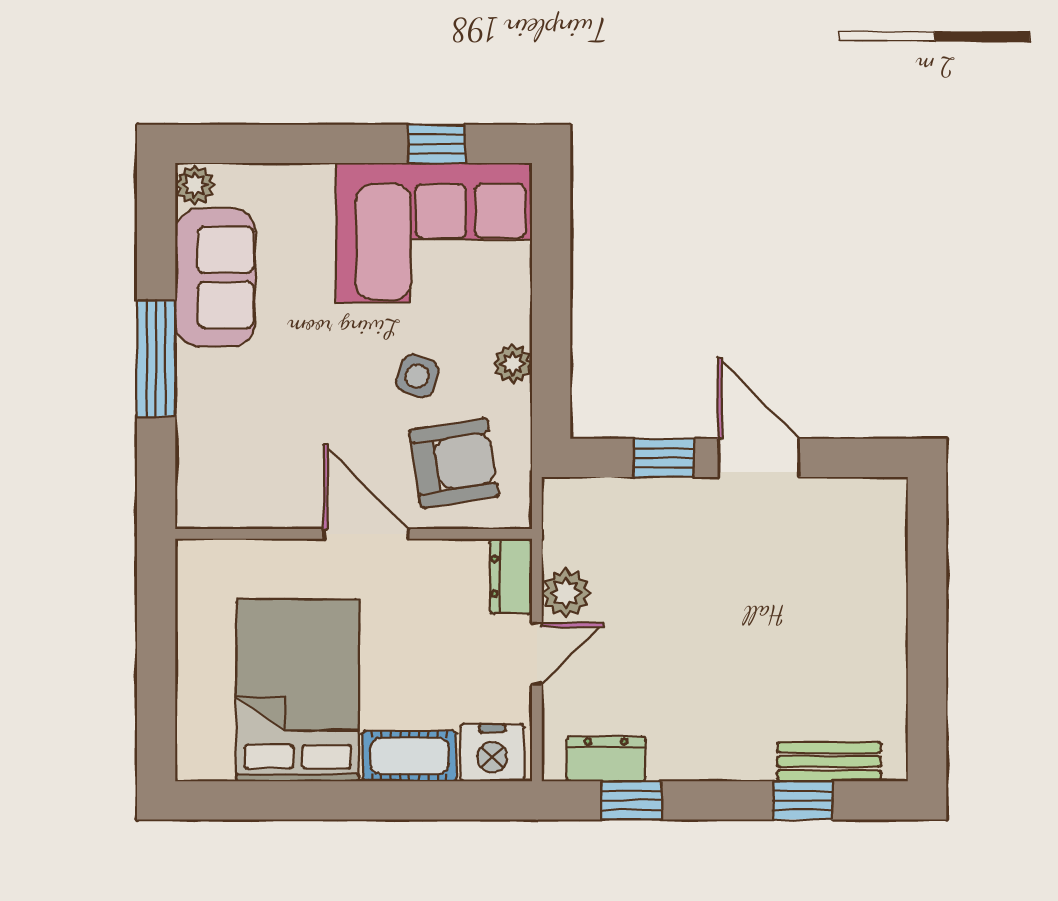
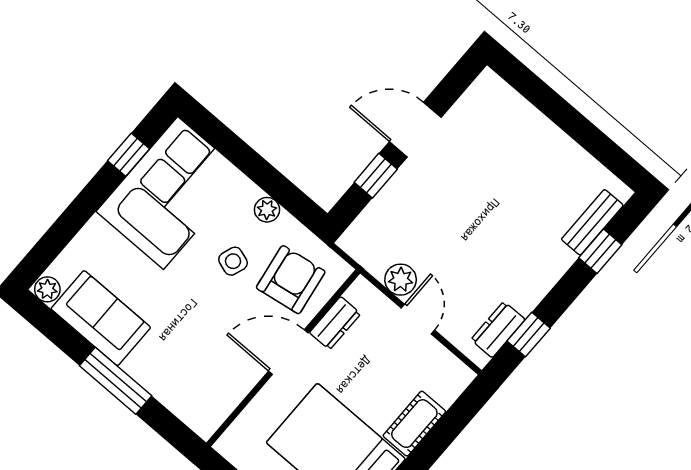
dresser: (511, 576) -> (335, 323), moved, turned -90
nightstand: (492, 753) -> (447, 382), removed

